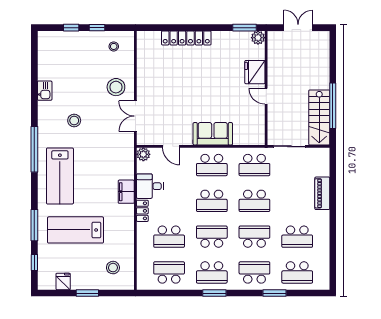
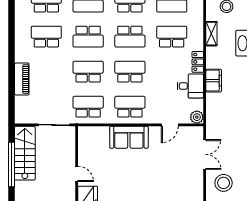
door: (171, 146) -> (170, 125), swing flipped
shelving: (128, 240) -> (211, 34), added

